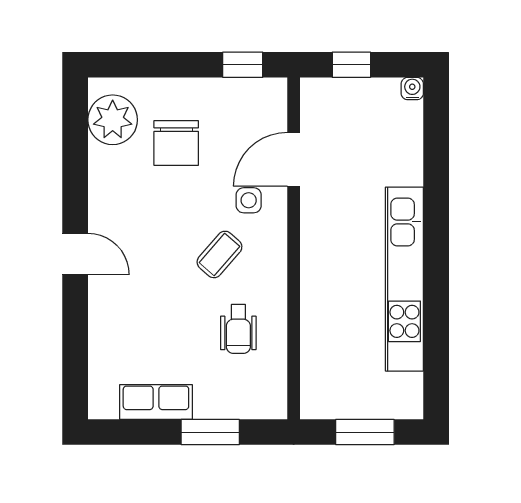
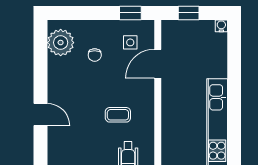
chair: (176, 143) -> (95, 55), width x0.54, depth x0.54
side table: (249, 200) -> (130, 42), moved
coffee table: (219, 254) -> (118, 115), turned 49

